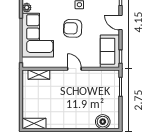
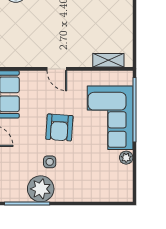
armchair: (73, 28) -> (59, 127), turned 92

